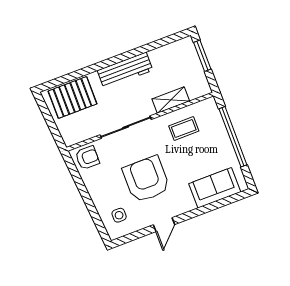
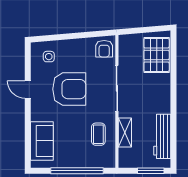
workbench: (125, 70) -> (162, 136), moved

